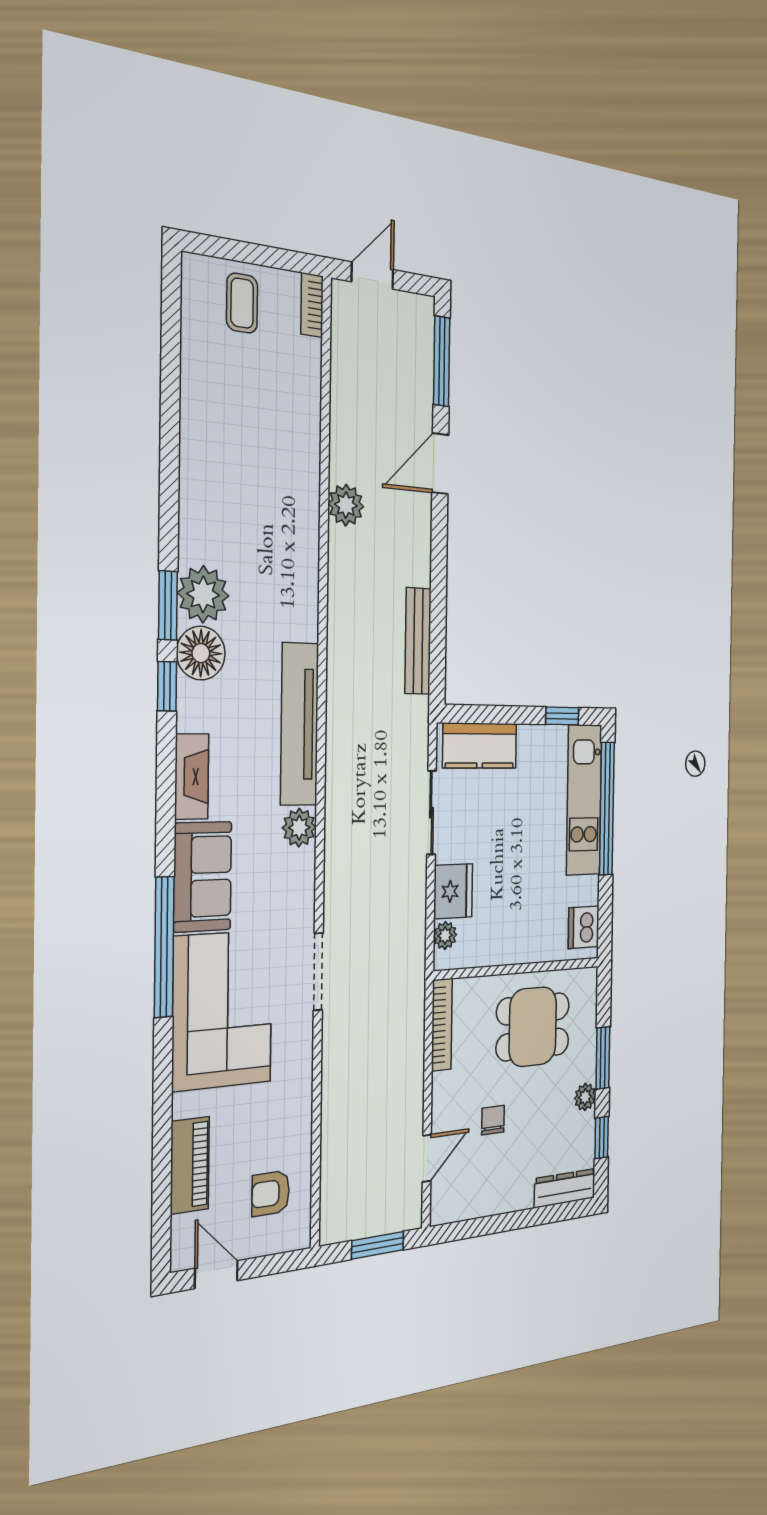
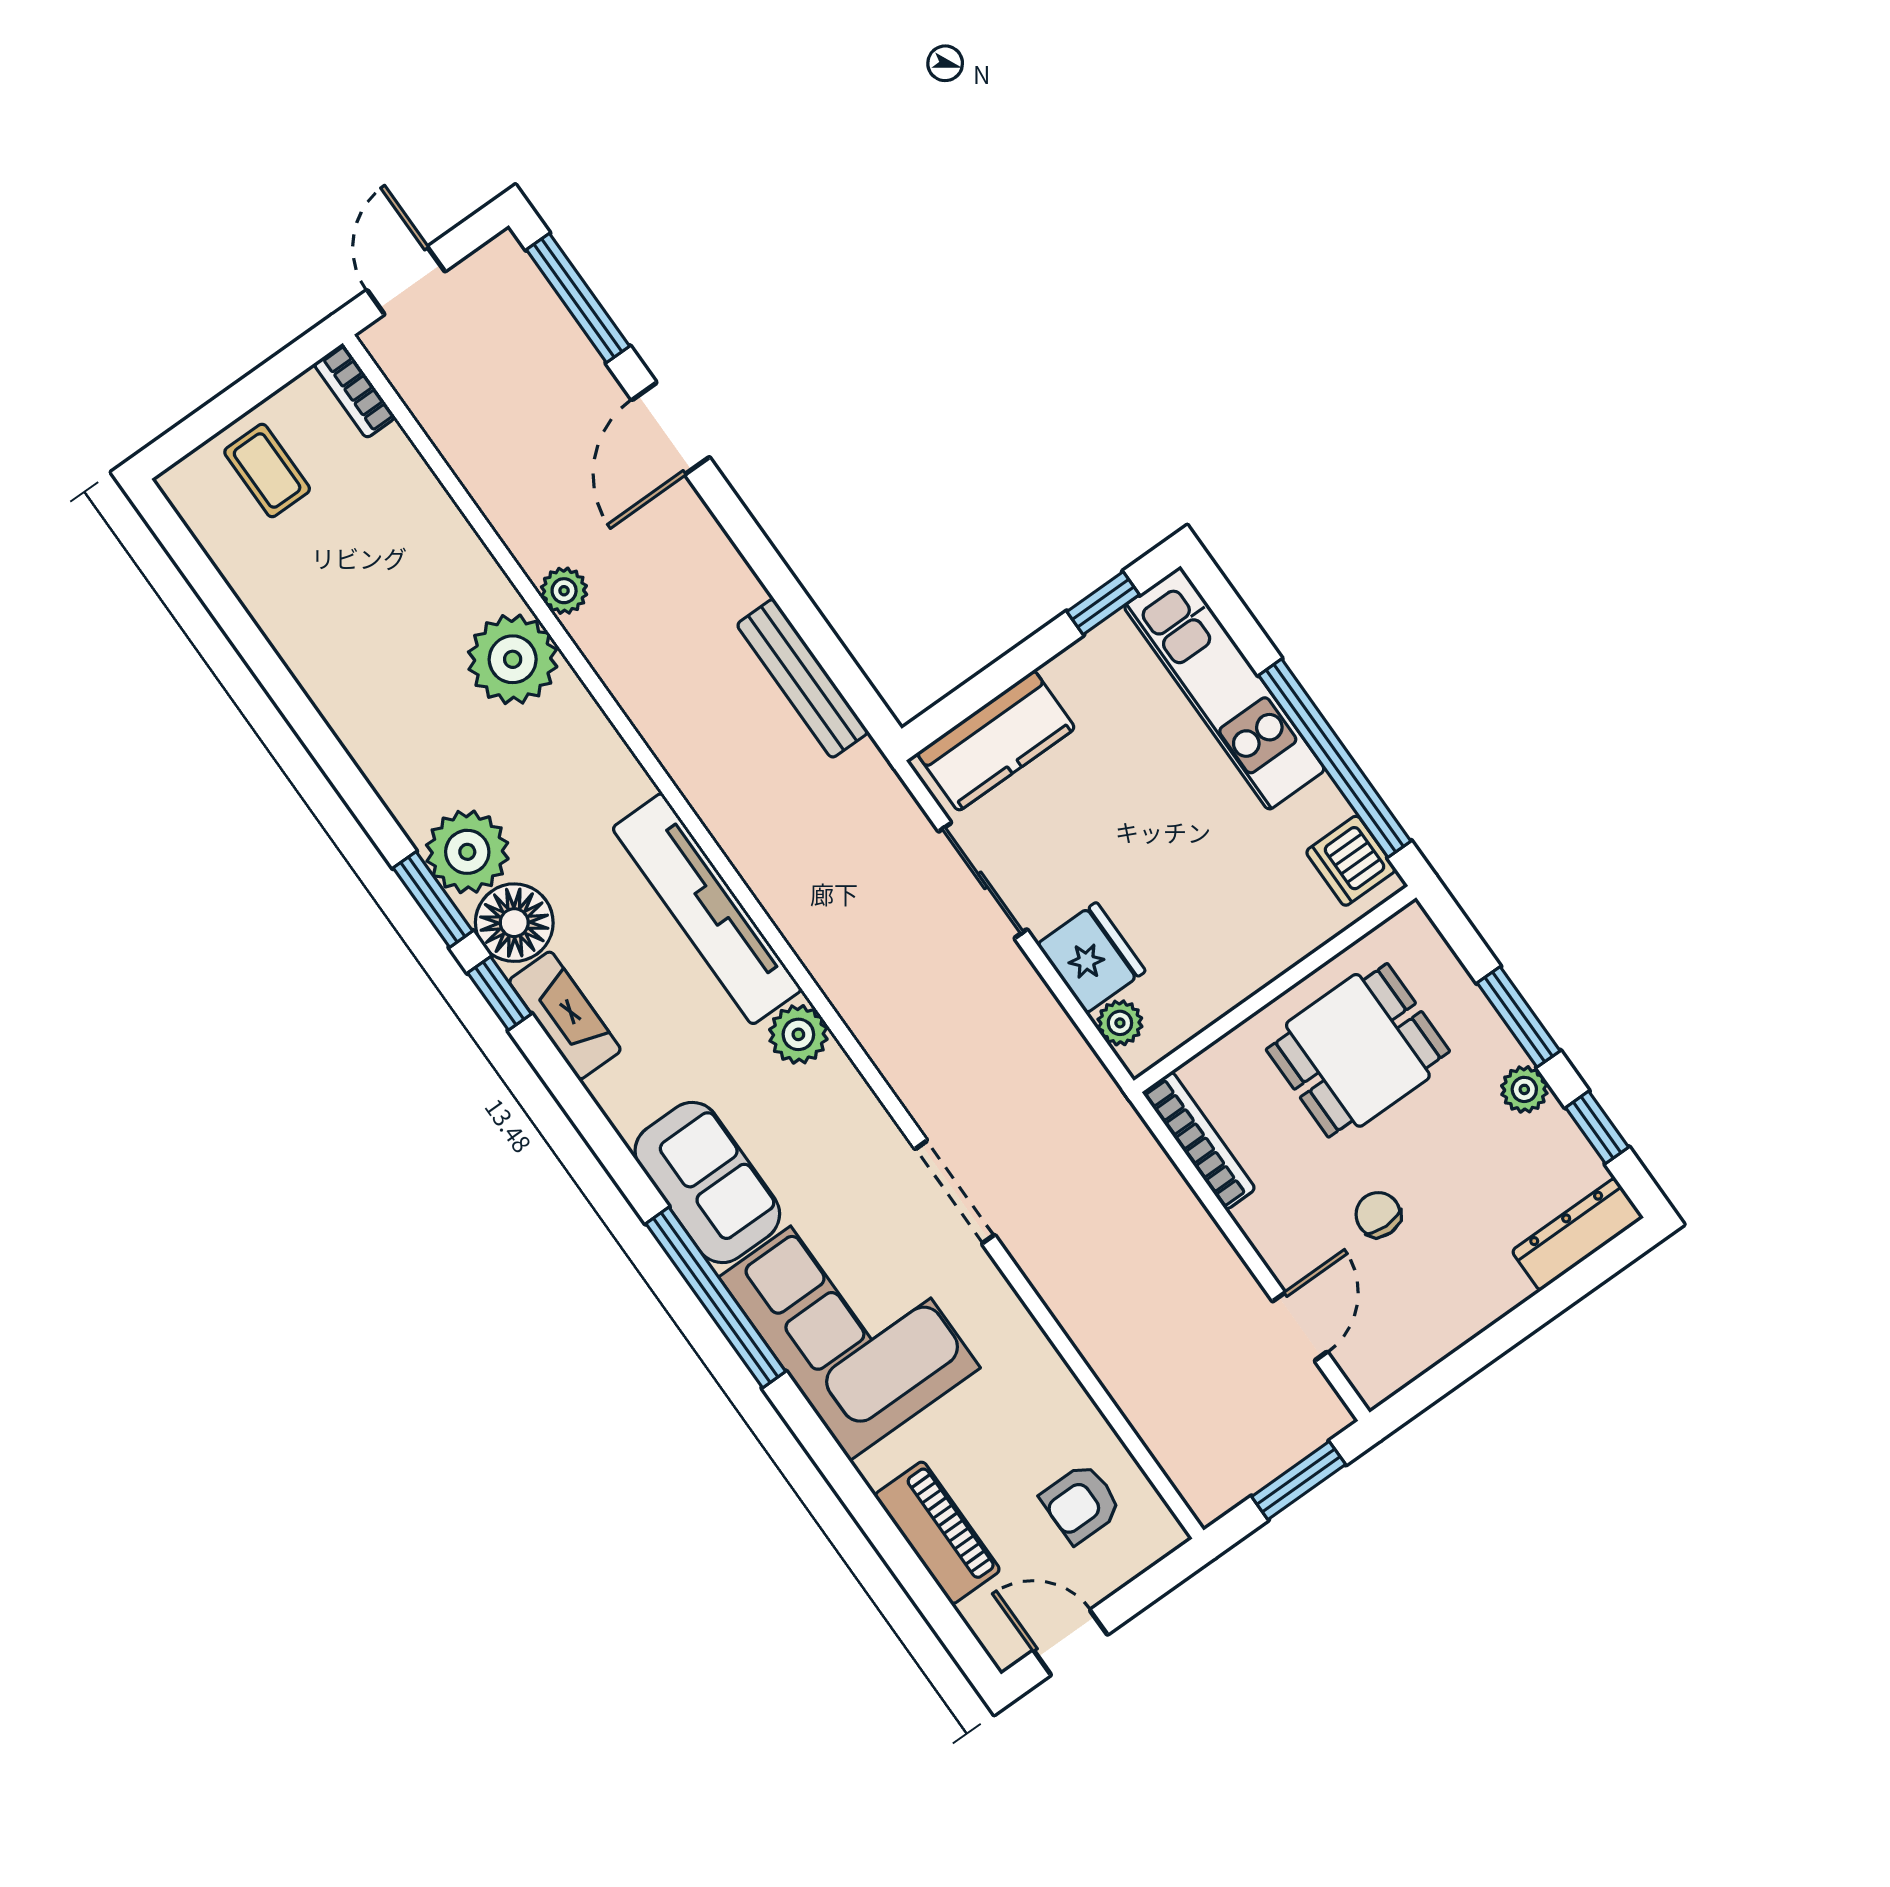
plant: (346, 505) -> (564, 591), width x0.73, depth x0.73
plant: (294, 512) -> (513, 659), added
fireplace: (192, 777) -> (565, 1015), moved
window: (607, 809) -> (1335, 758), moved

